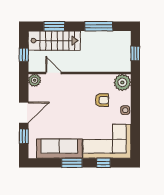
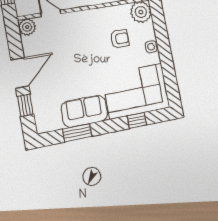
sofa: (59, 149) -> (84, 111), width x0.73
window: (72, 163) -> (77, 133), moved

